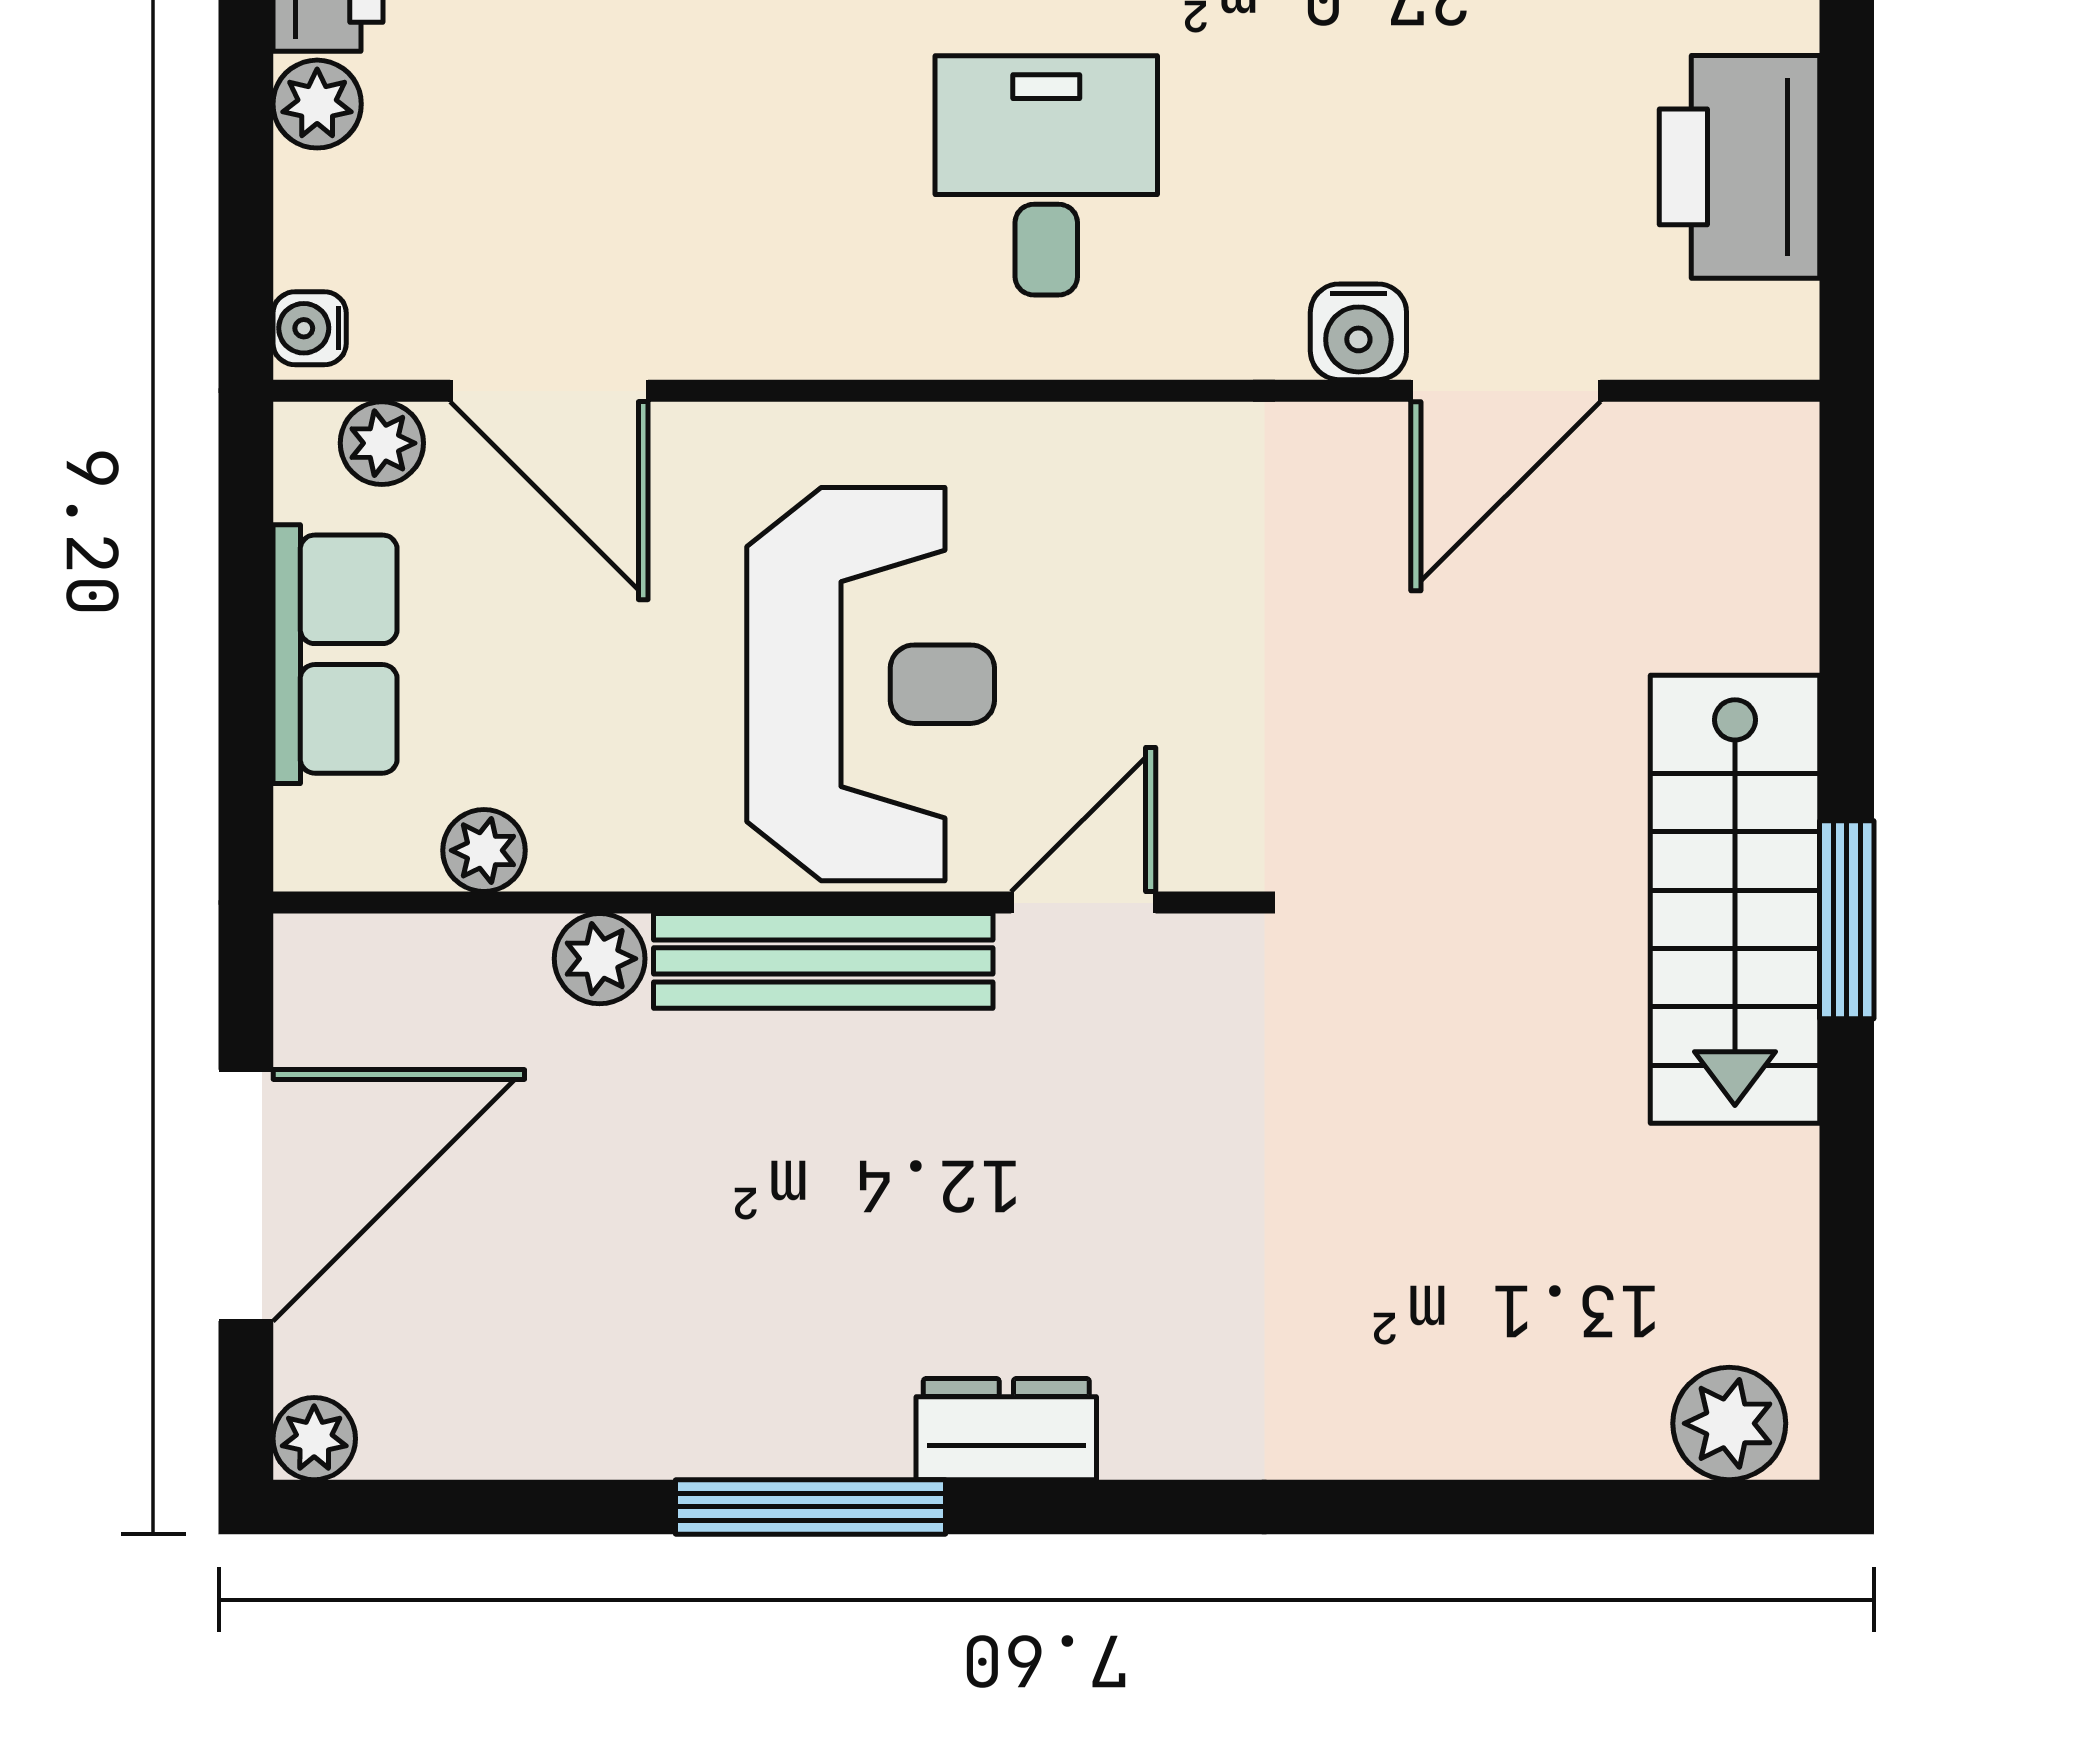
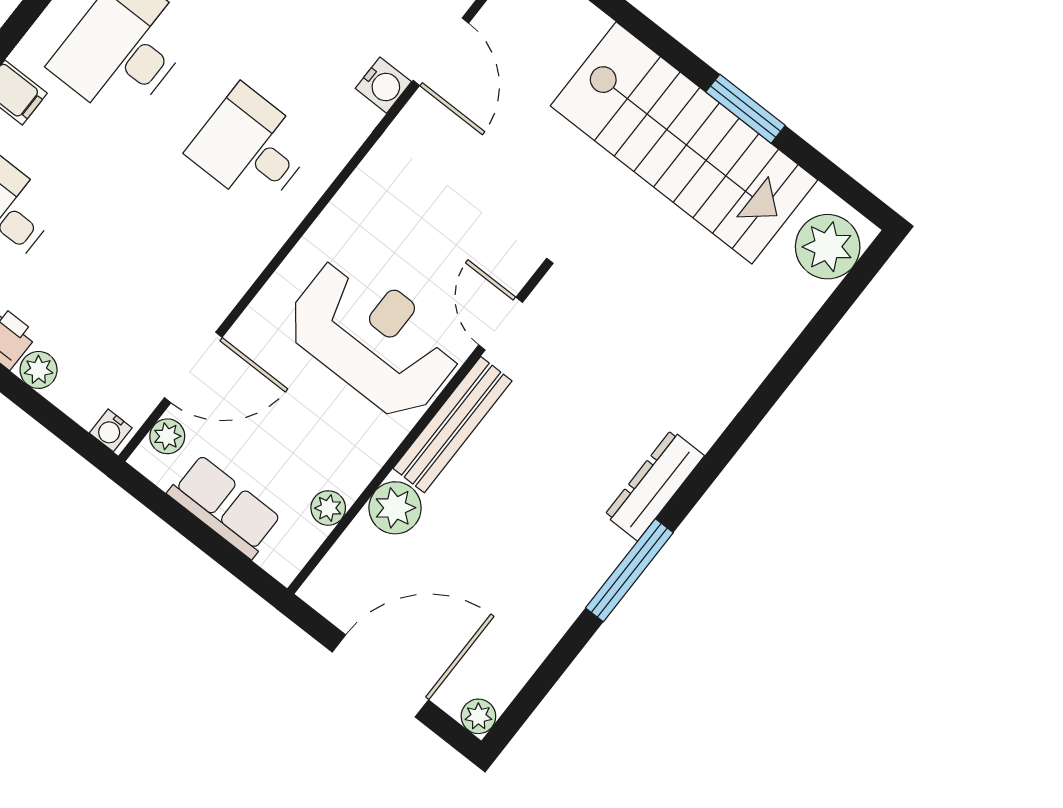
stairs: (1735, 899) -> (684, 143), width x1.36, depth x1.51
window: (1847, 920) -> (745, 109), moved
plant: (600, 959) -> (395, 508), width x1.38, depth x1.38
door: (246, 1195) -> (380, 676), hinge flipped
plant: (1729, 1423) -> (828, 247), width x1.36, depth x1.36
dresser: (1006, 1429) -> (654, 485), width x1.44

